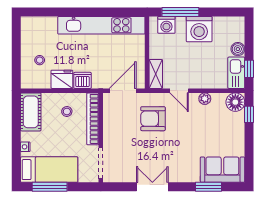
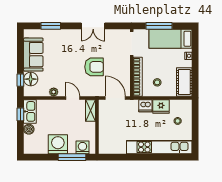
kitchen unit: (101, 25) -> (159, 147), moved
door: (123, 91) -> (115, 98), swing flipped
floor lamp: (235, 102) -> (31, 79), moved
armchair: (153, 119) -> (94, 67), moved
sofa: (222, 170) -> (33, 55), moved, turned -90
window: (50, 187) -> (159, 26), moved

